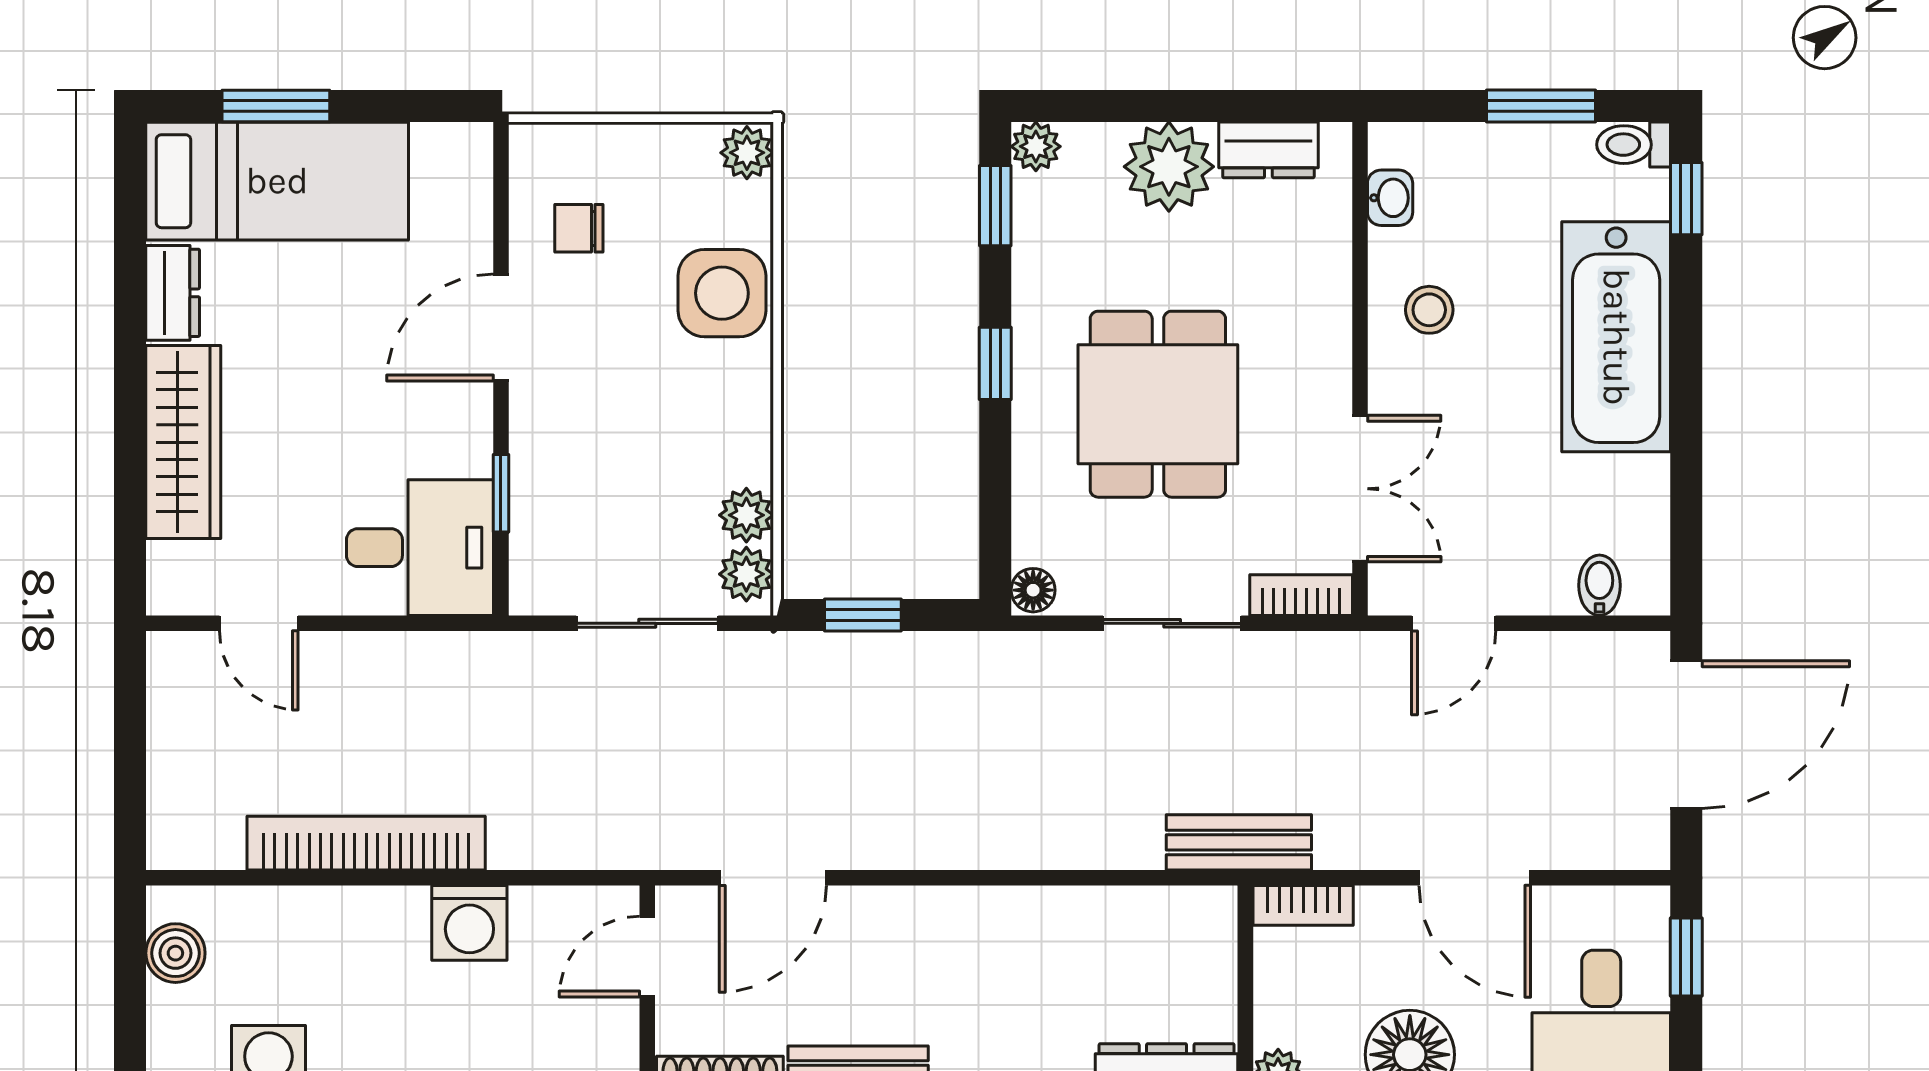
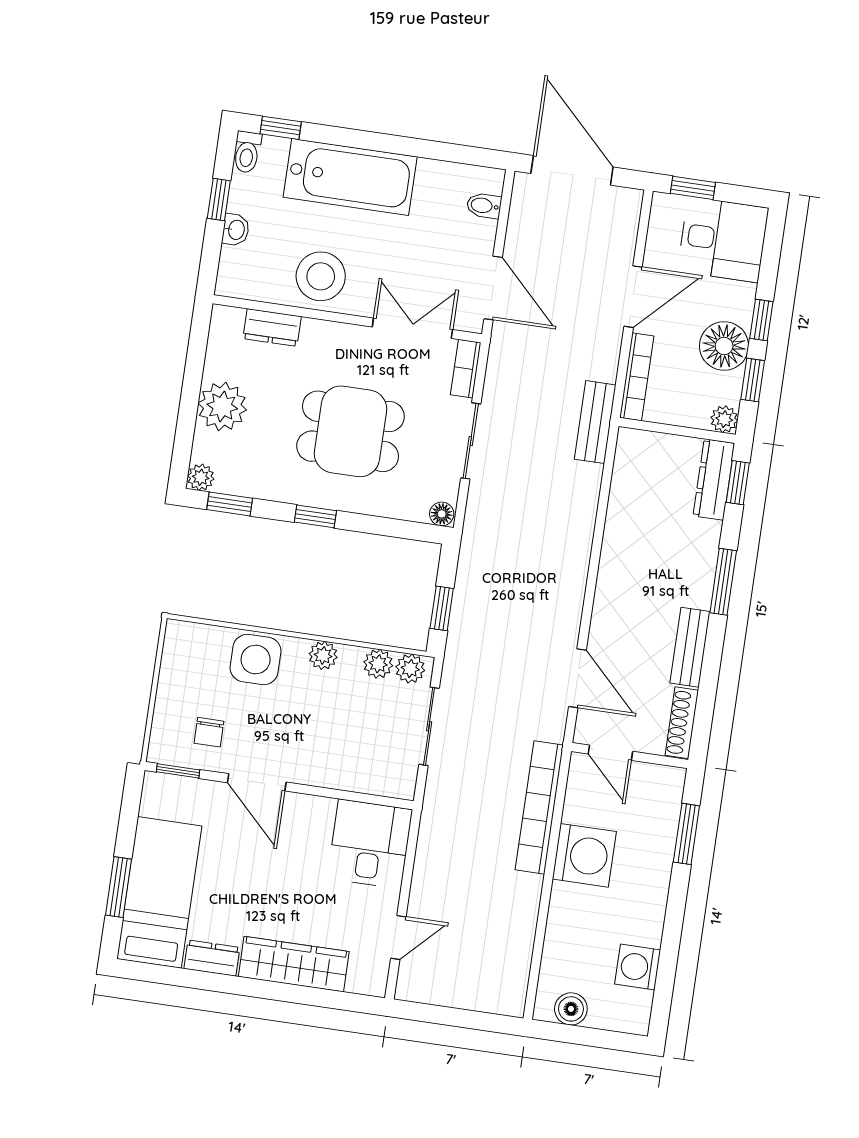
window: (1541, 106) -> (219, 199), width x0.67
dresser: (1268, 150) -> (272, 327), moved, turned 90
plant: (747, 153) -> (323, 655), moved
washbasin: (1390, 198) -> (236, 230), moved, turned 90
stool: (1429, 310) -> (321, 276), width x1.89, depth x1.89
window: (501, 493) -> (178, 771), moved
door: (1454, 623) -> (493, 288), width x1.38
bookcase: (366, 843) -> (539, 807), moved
bookcase: (1303, 905) -> (637, 377), width x1.56
washing machine: (469, 923) -> (584, 855), width x1.37, depth x1.37

